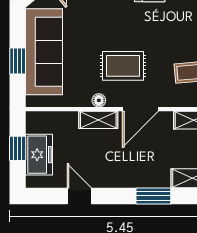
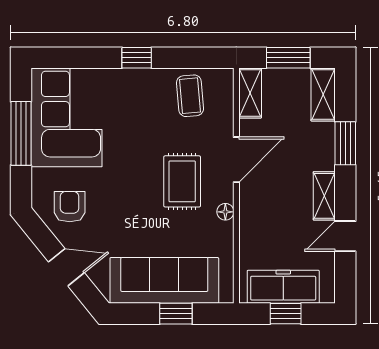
door: (140, 109) -> (236, 160), hinge flipped
shelving: (98, 120) -> (324, 196), moved
freezer: (39, 155) -> (283, 287), width x1.40

